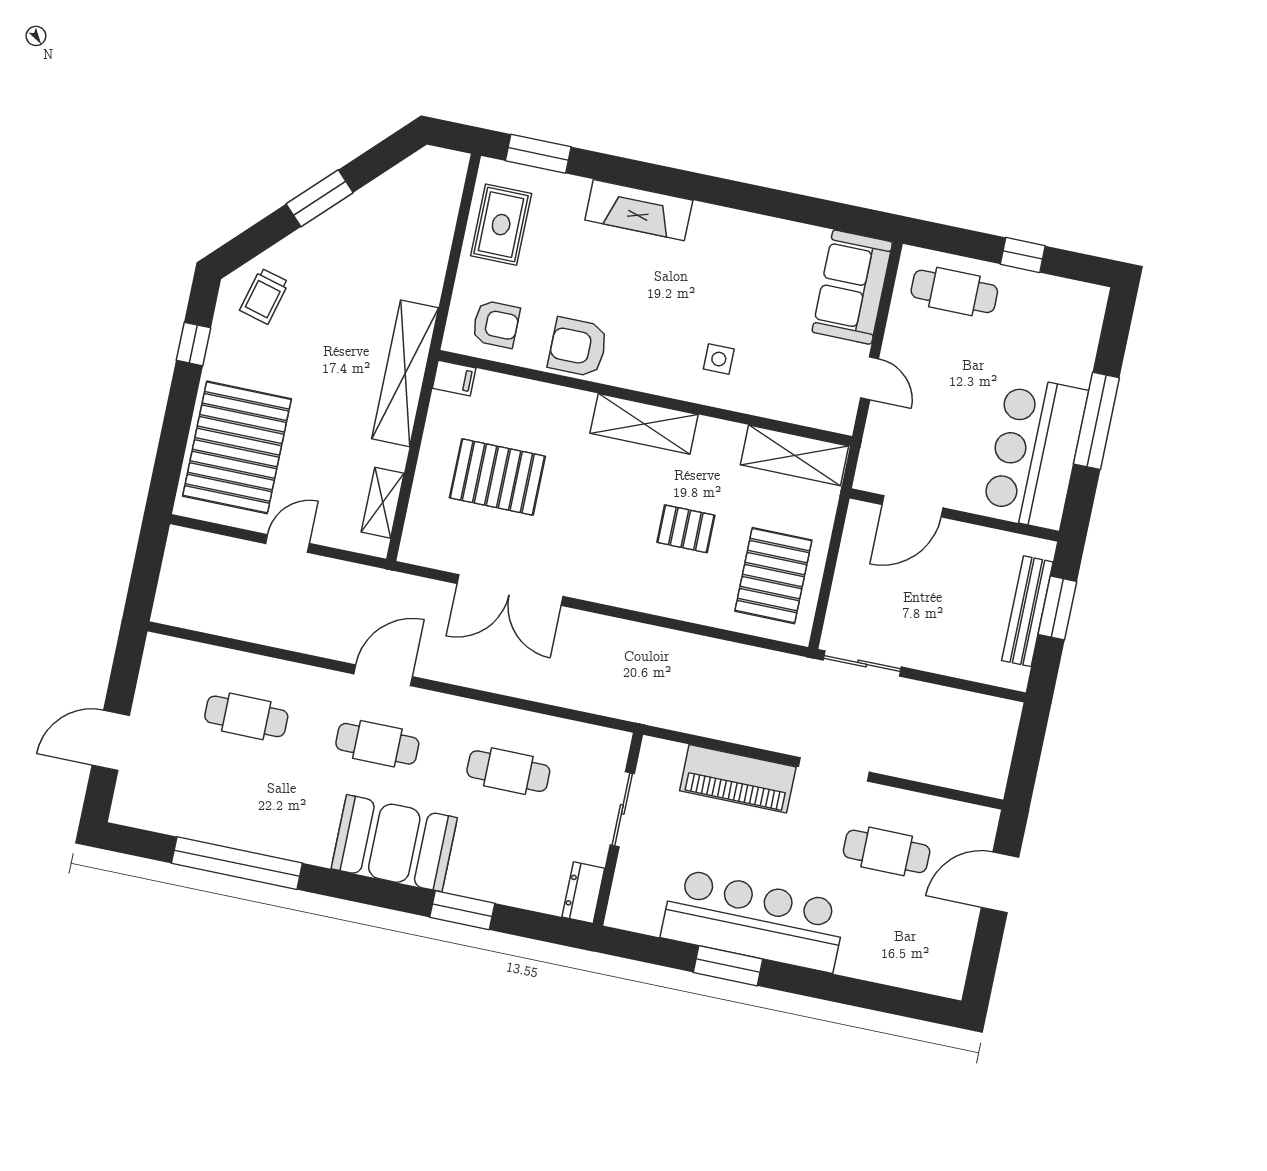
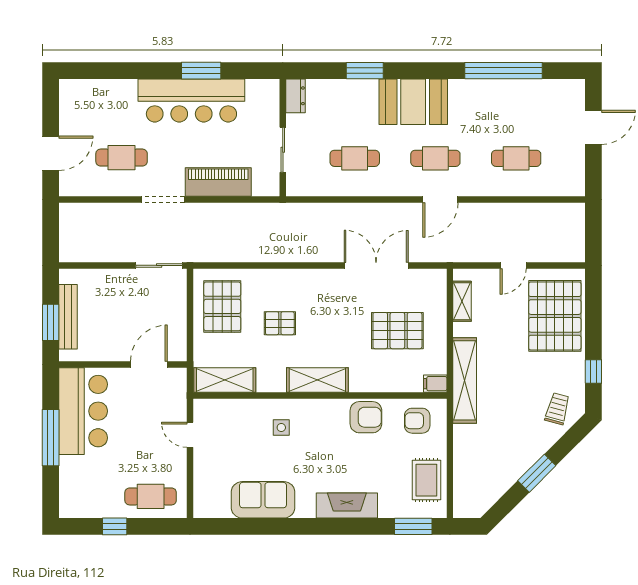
sofa: (852, 287) -> (263, 500), moved, turned -90

